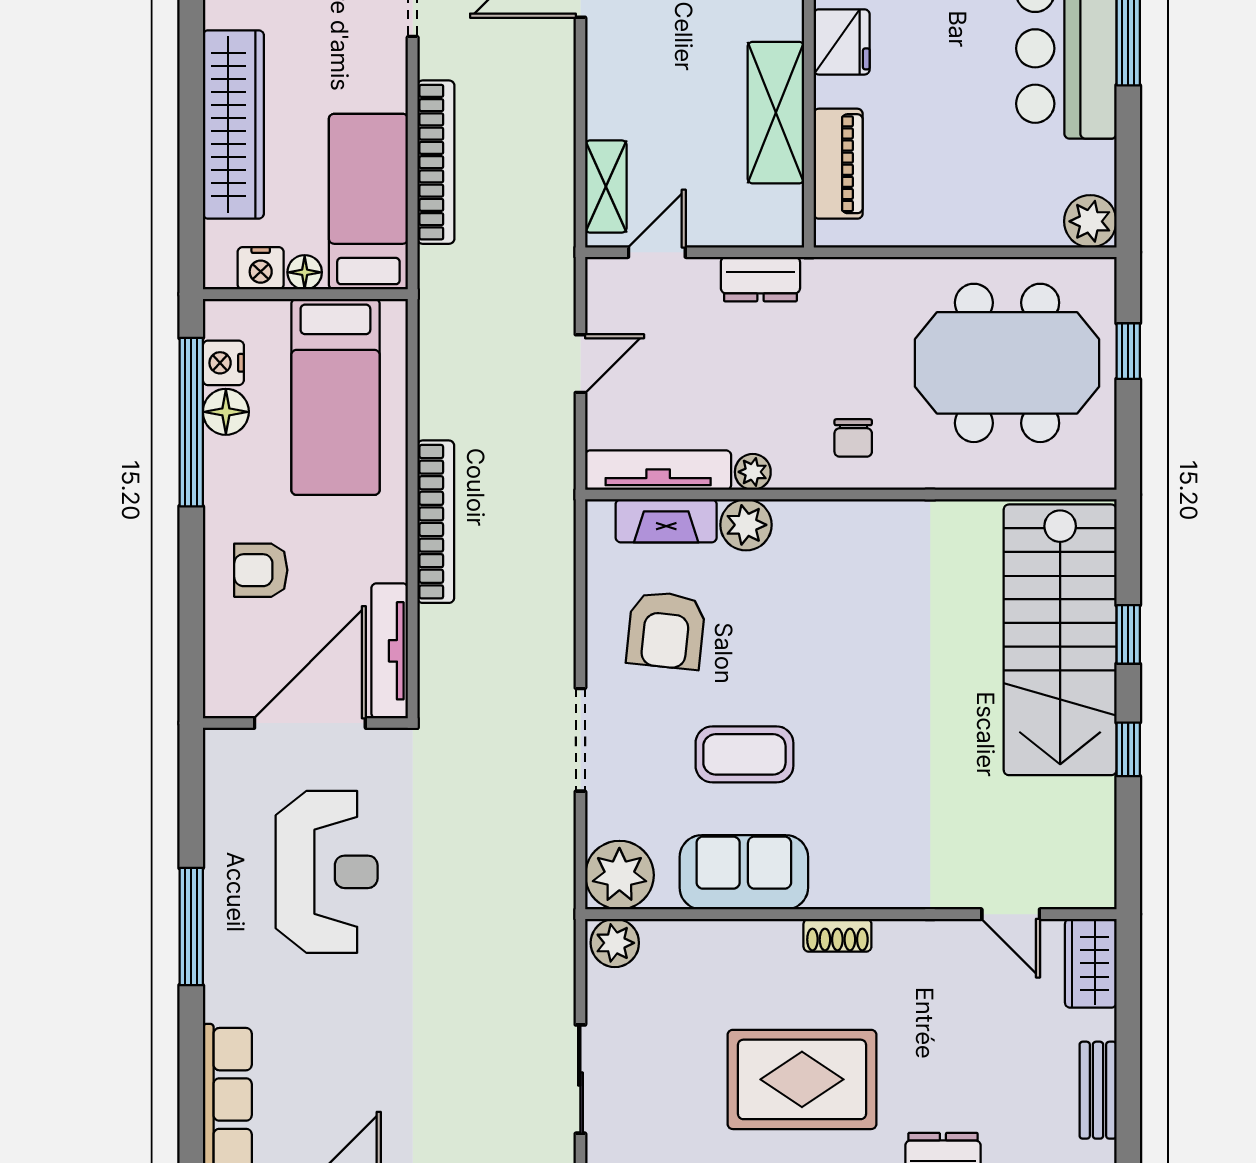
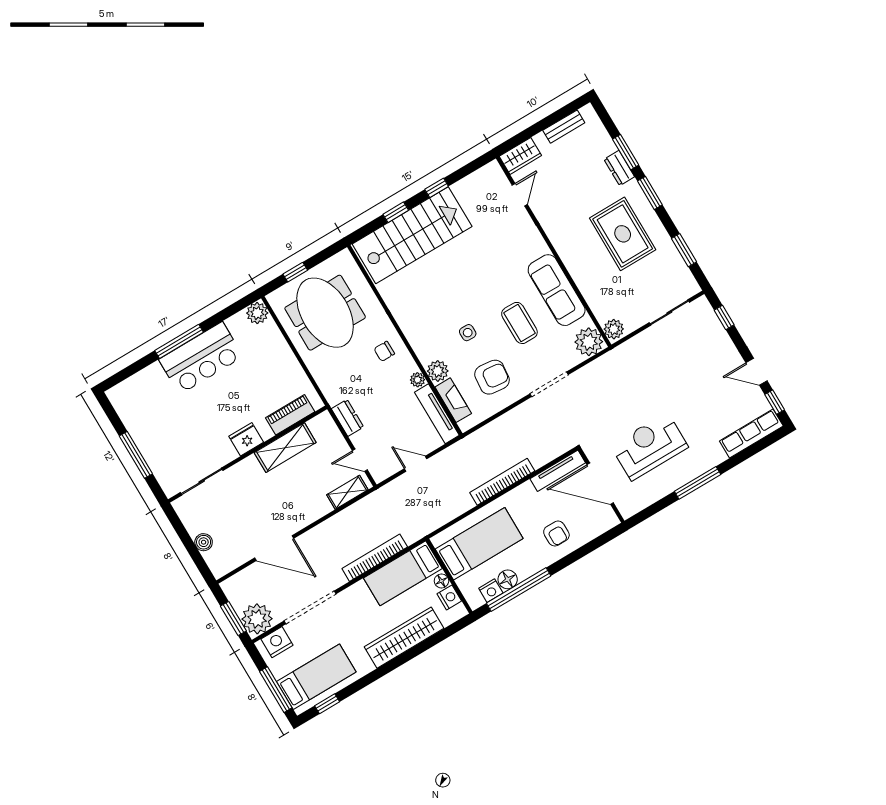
chair: (853, 438) -> (384, 351), turned 180
side table: (789, 635) -> (468, 333), added
sofa: (744, 872) -> (557, 290), width x1.36
shoe rack: (837, 935) -> (564, 252), removed

